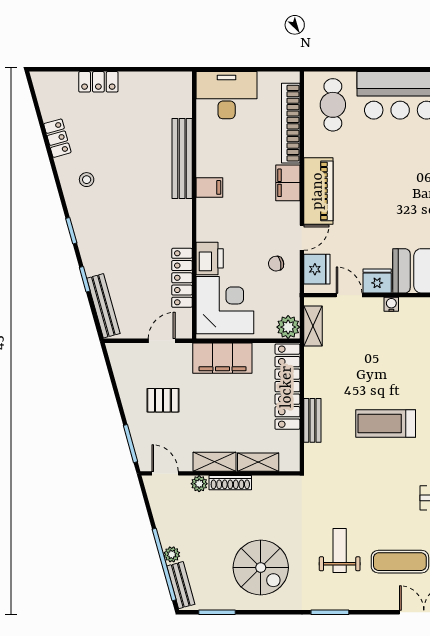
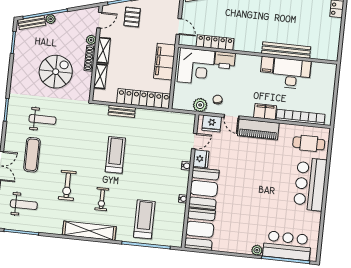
desk: (227, 95) -> (292, 74), moved, turned -90
shelving: (313, 326) -> (178, 118), removed
plant: (288, 327) -> (200, 105), moved
pallet: (163, 400) -> (132, 17), moved
spiral stairs: (261, 568) -> (56, 72), moved, turned 180

